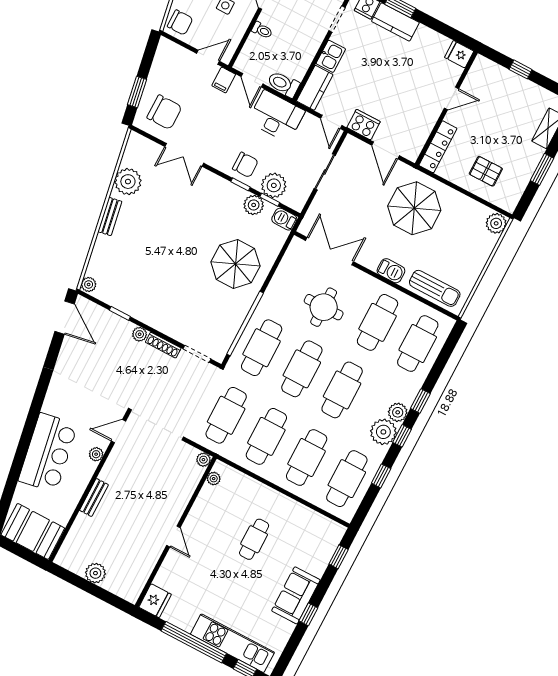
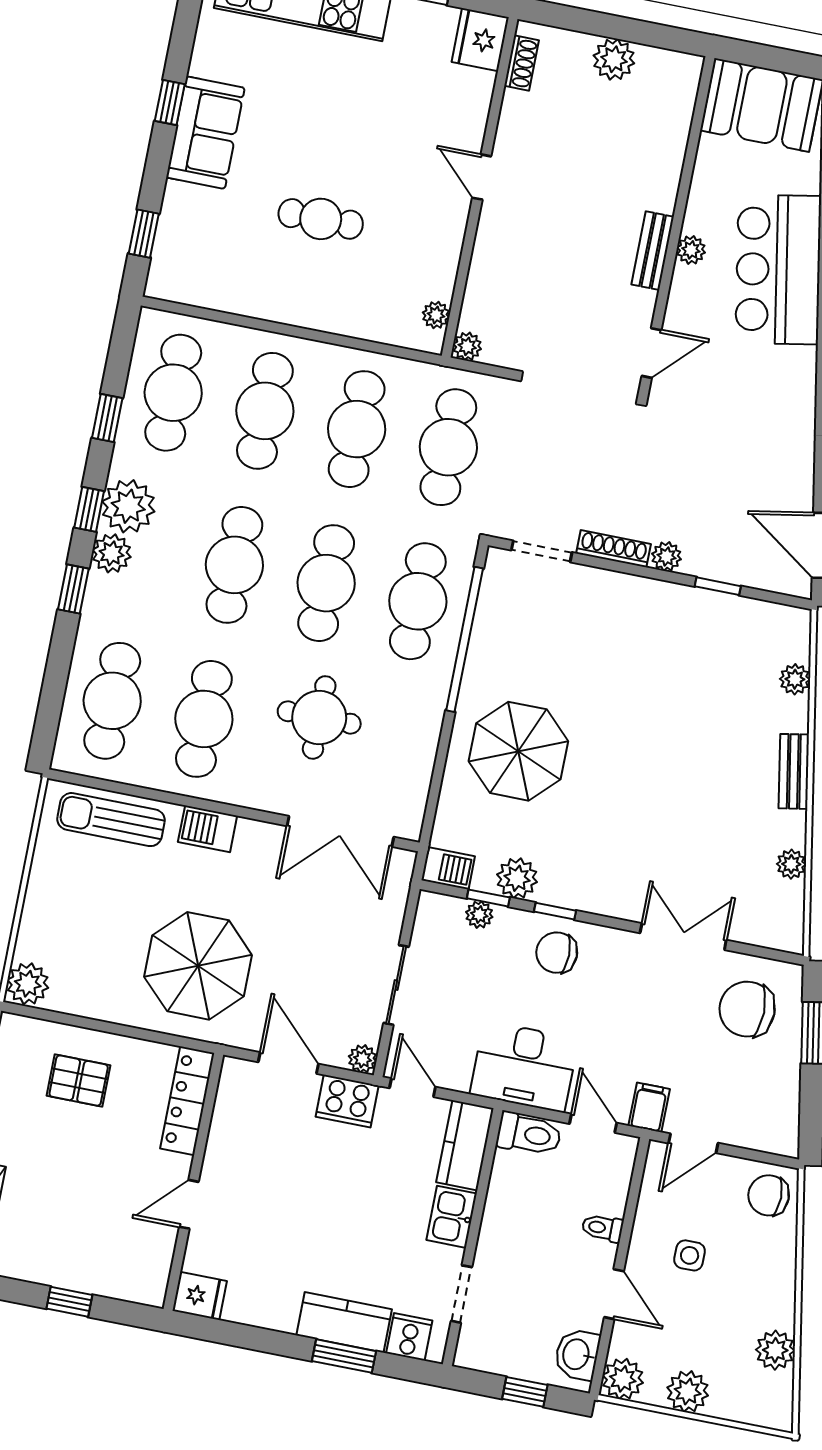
plant: (350, 142) -> (363, 1059), added
plant: (128, 182) -> (791, 864), width x0.53, depth x0.53
plant: (274, 185) -> (479, 915), width x0.53, depth x0.53
plant: (89, 284) -> (795, 679), moved
plant: (96, 454) -> (691, 250), moved
bench: (94, 497) -> (653, 251), moved
cafe table: (254, 539) -> (321, 219), turned 90
shoe rack: (139, 584) -> (522, 63), added

